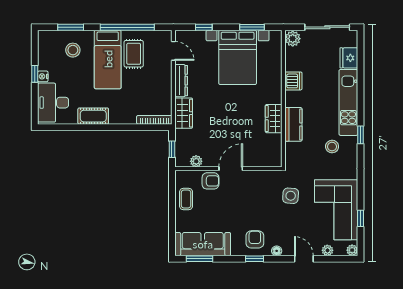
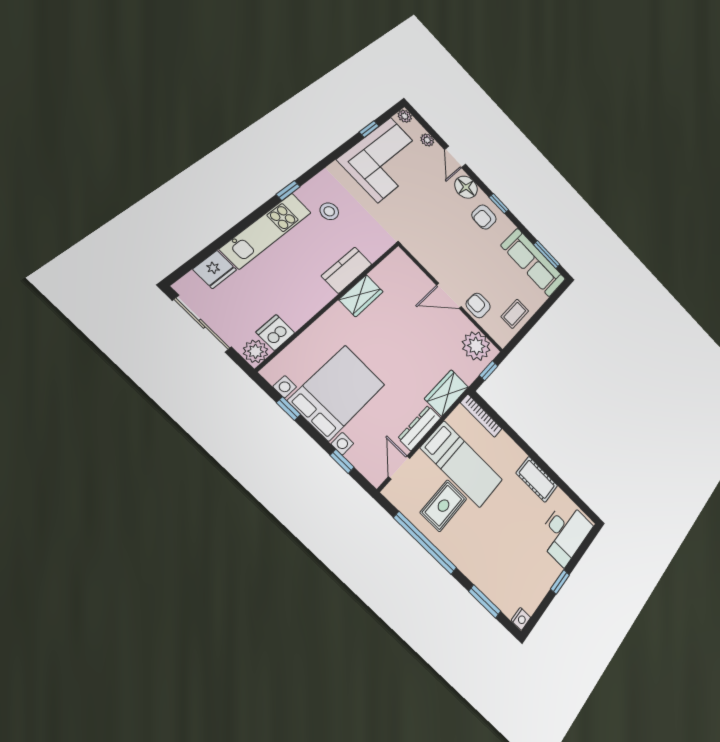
window: (252, 27) -> (288, 409), width x0.67
stool: (73, 50) -> (503, 572), removed
bed: (108, 59) -> (462, 464), moved, turned 90
nightstand: (43, 76) -> (521, 619), moved
dishwasher: (293, 81) -> (275, 333), moved
plant: (196, 161) -> (476, 346), width x1.88, depth x1.88
side table: (291, 196) -> (415, 215), removed
floor lamp: (277, 251) -> (466, 187), width x1.89, depth x1.89

